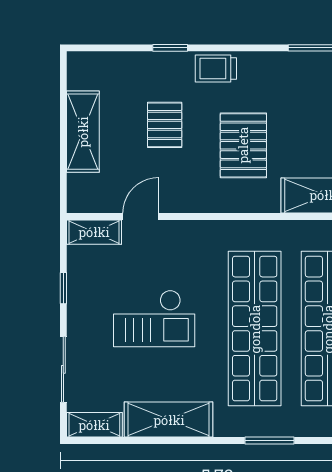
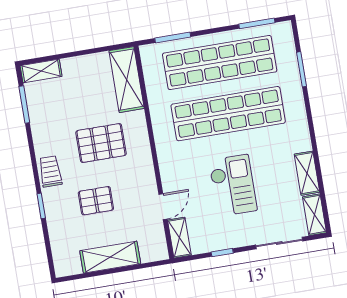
trolley: (216, 68) -> (50, 171), turned 180
door: (141, 217) -> (163, 207), swing flipped
shelving: (169, 420) -> (307, 173), width x0.67, depth x0.75
window: (269, 441) -> (302, 69), moved

